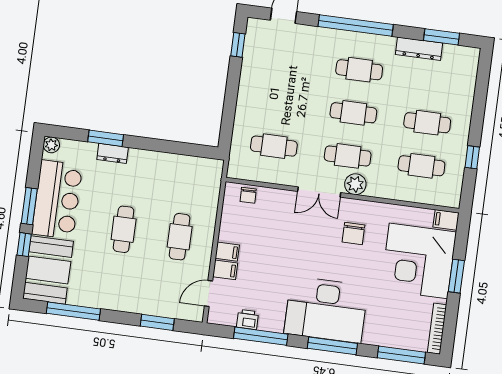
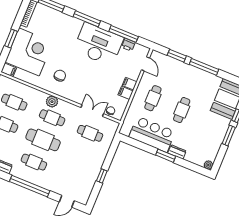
window: (238, 45) -> (102, 176), moved
cafe table: (353, 113) -> (43, 140), width x1.37, depth x1.35
window: (106, 138) -> (166, 156), moved
double door: (319, 192) -> (92, 111), moved
bar counter: (57, 200) -> (152, 134), moved, turned 90
filing cabinet: (225, 270) -> (126, 93), moved
door: (209, 294) -> (145, 64), hinge flipped
desk: (326, 310) -> (98, 44), moved
window: (73, 311) -> (204, 67), moved

